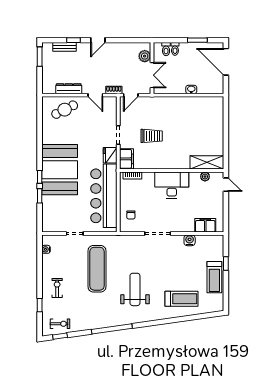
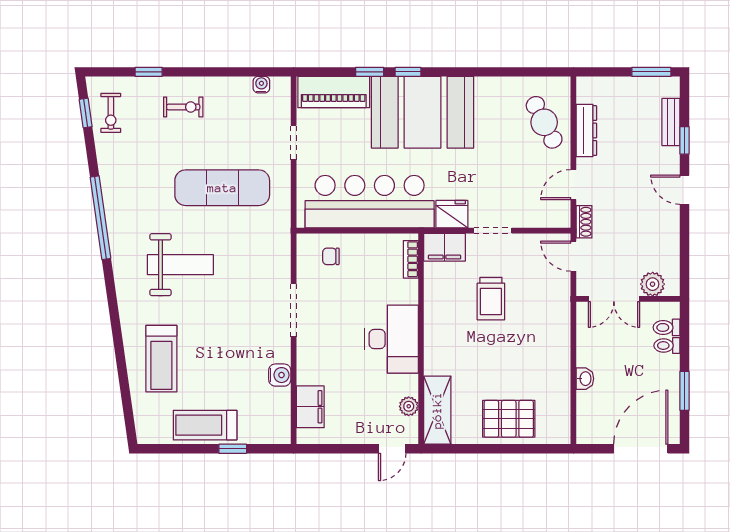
pallet: (211, 127) -> (509, 419), added
piano: (50, 214) -> (334, 92), added

